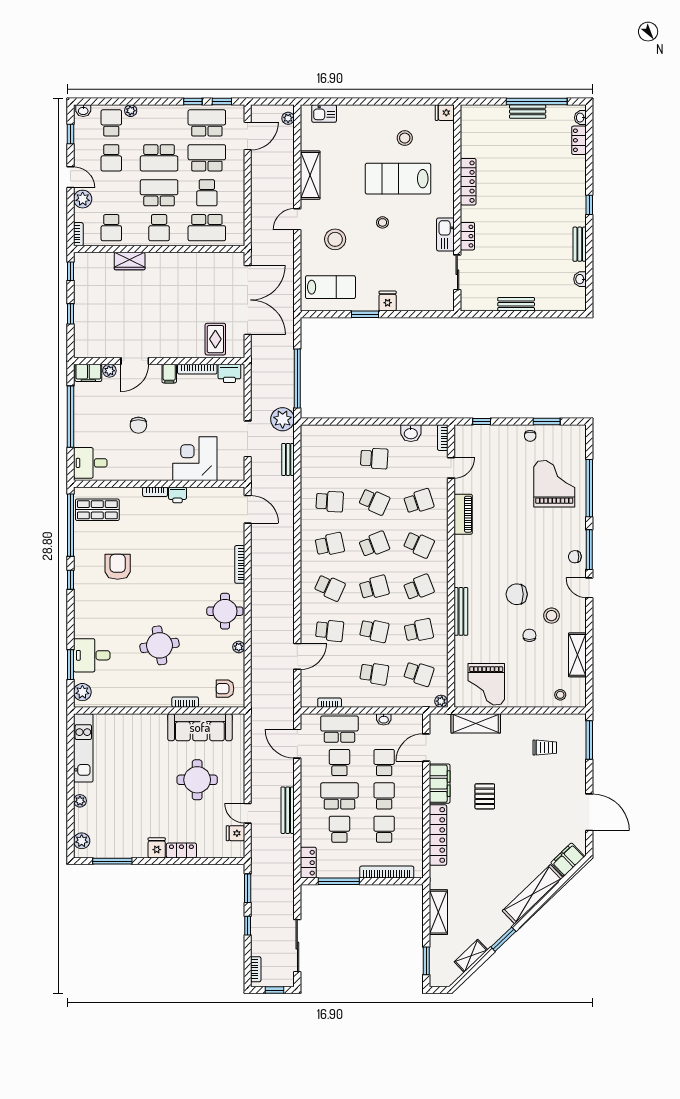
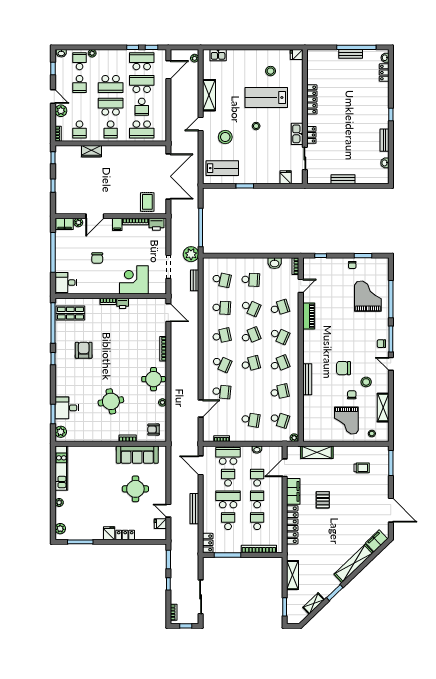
fridge: (388, 301) -> (286, 177), moved
school desk: (374, 631) -> (222, 280), moved
grand piano: (486, 684) -> (346, 420), moved

